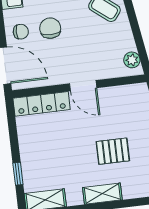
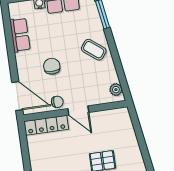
chair: (21, 32) -> (57, 102), moved

